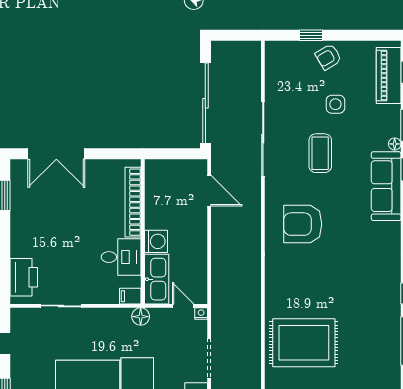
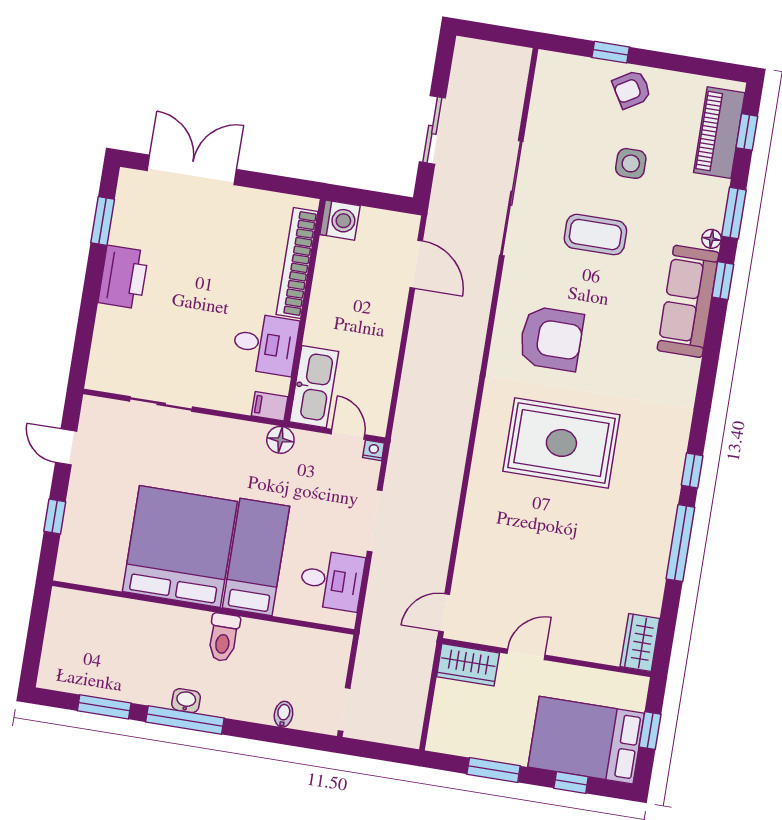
sliding door: (205, 103) -> (432, 130), width x0.54
coffee table: (320, 153) -> (595, 235), turned 90
double door: (56, 154) -> (192, 170), swing flipped
armchair: (303, 224) -> (551, 339), turned 180
washing machine: (156, 241) -> (340, 220), moved
printer: (24, 277) -> (123, 277), moved
rug: (304, 343) -> (561, 443), moved

